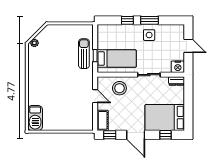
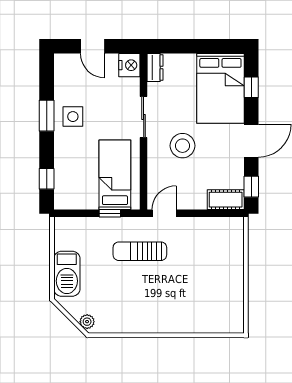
window: (127, 20) -> (47, 179), moved
door: (188, 46) -> (93, 46), swing flipped
sun lounger: (84, 54) -> (140, 251), moved
stool: (119, 88) -> (183, 146), moved
door: (95, 96) -> (164, 213), moved
barbecue: (35, 118) -> (67, 274), moved, turned 90

